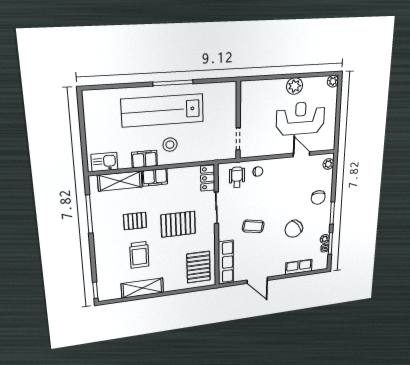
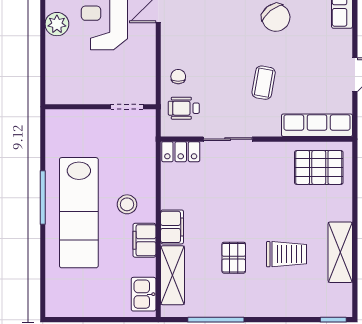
pallet: (178, 224) -> (246, 196), removed

